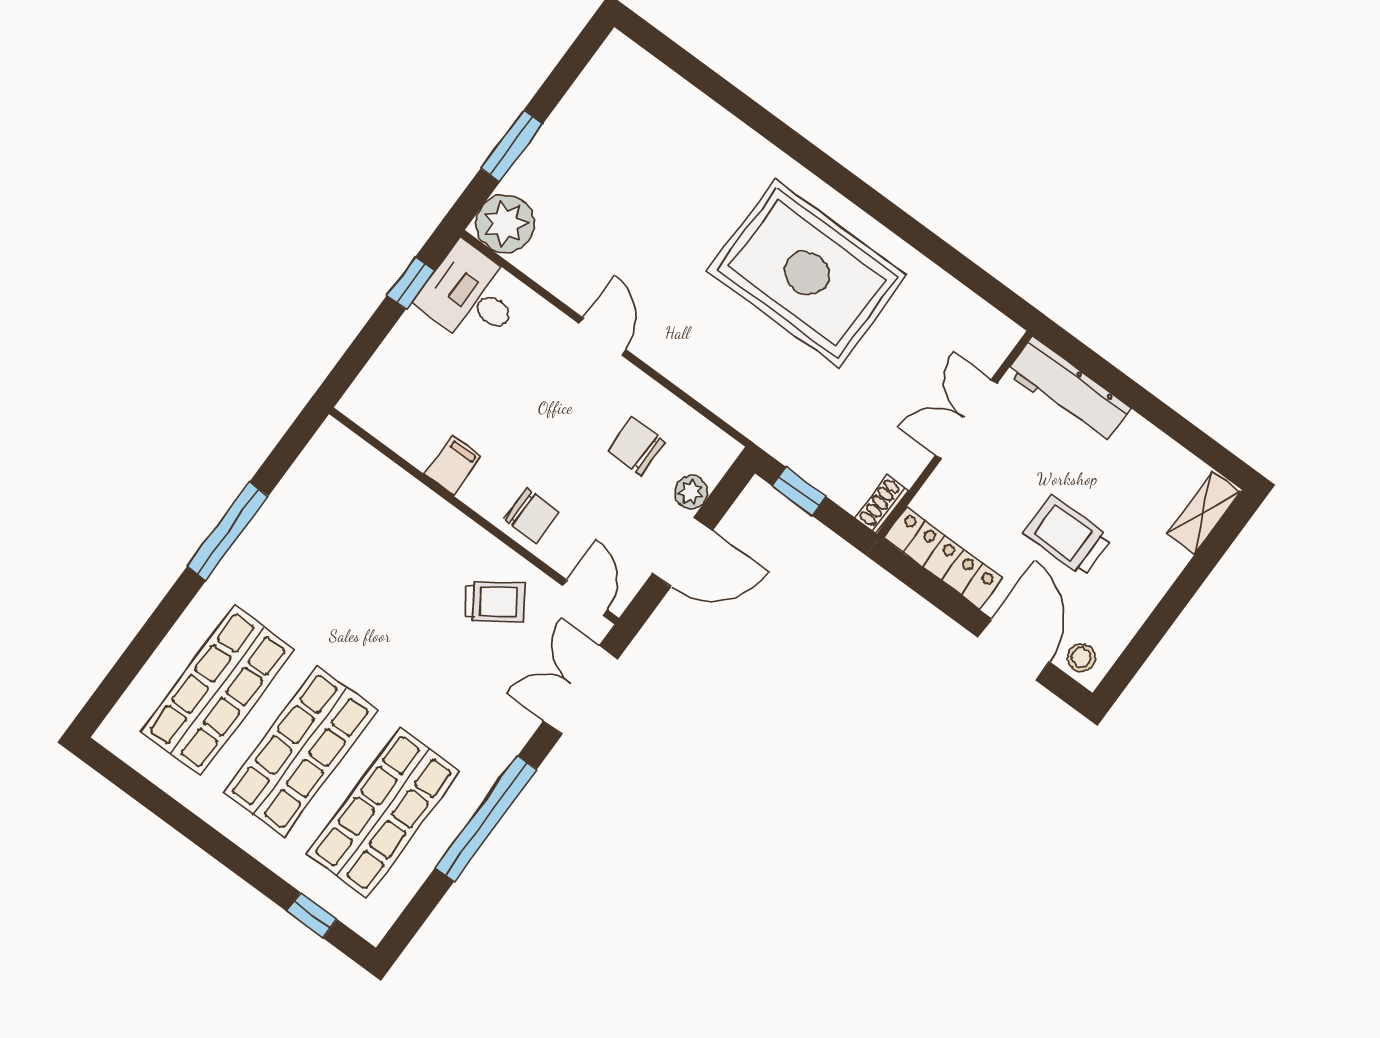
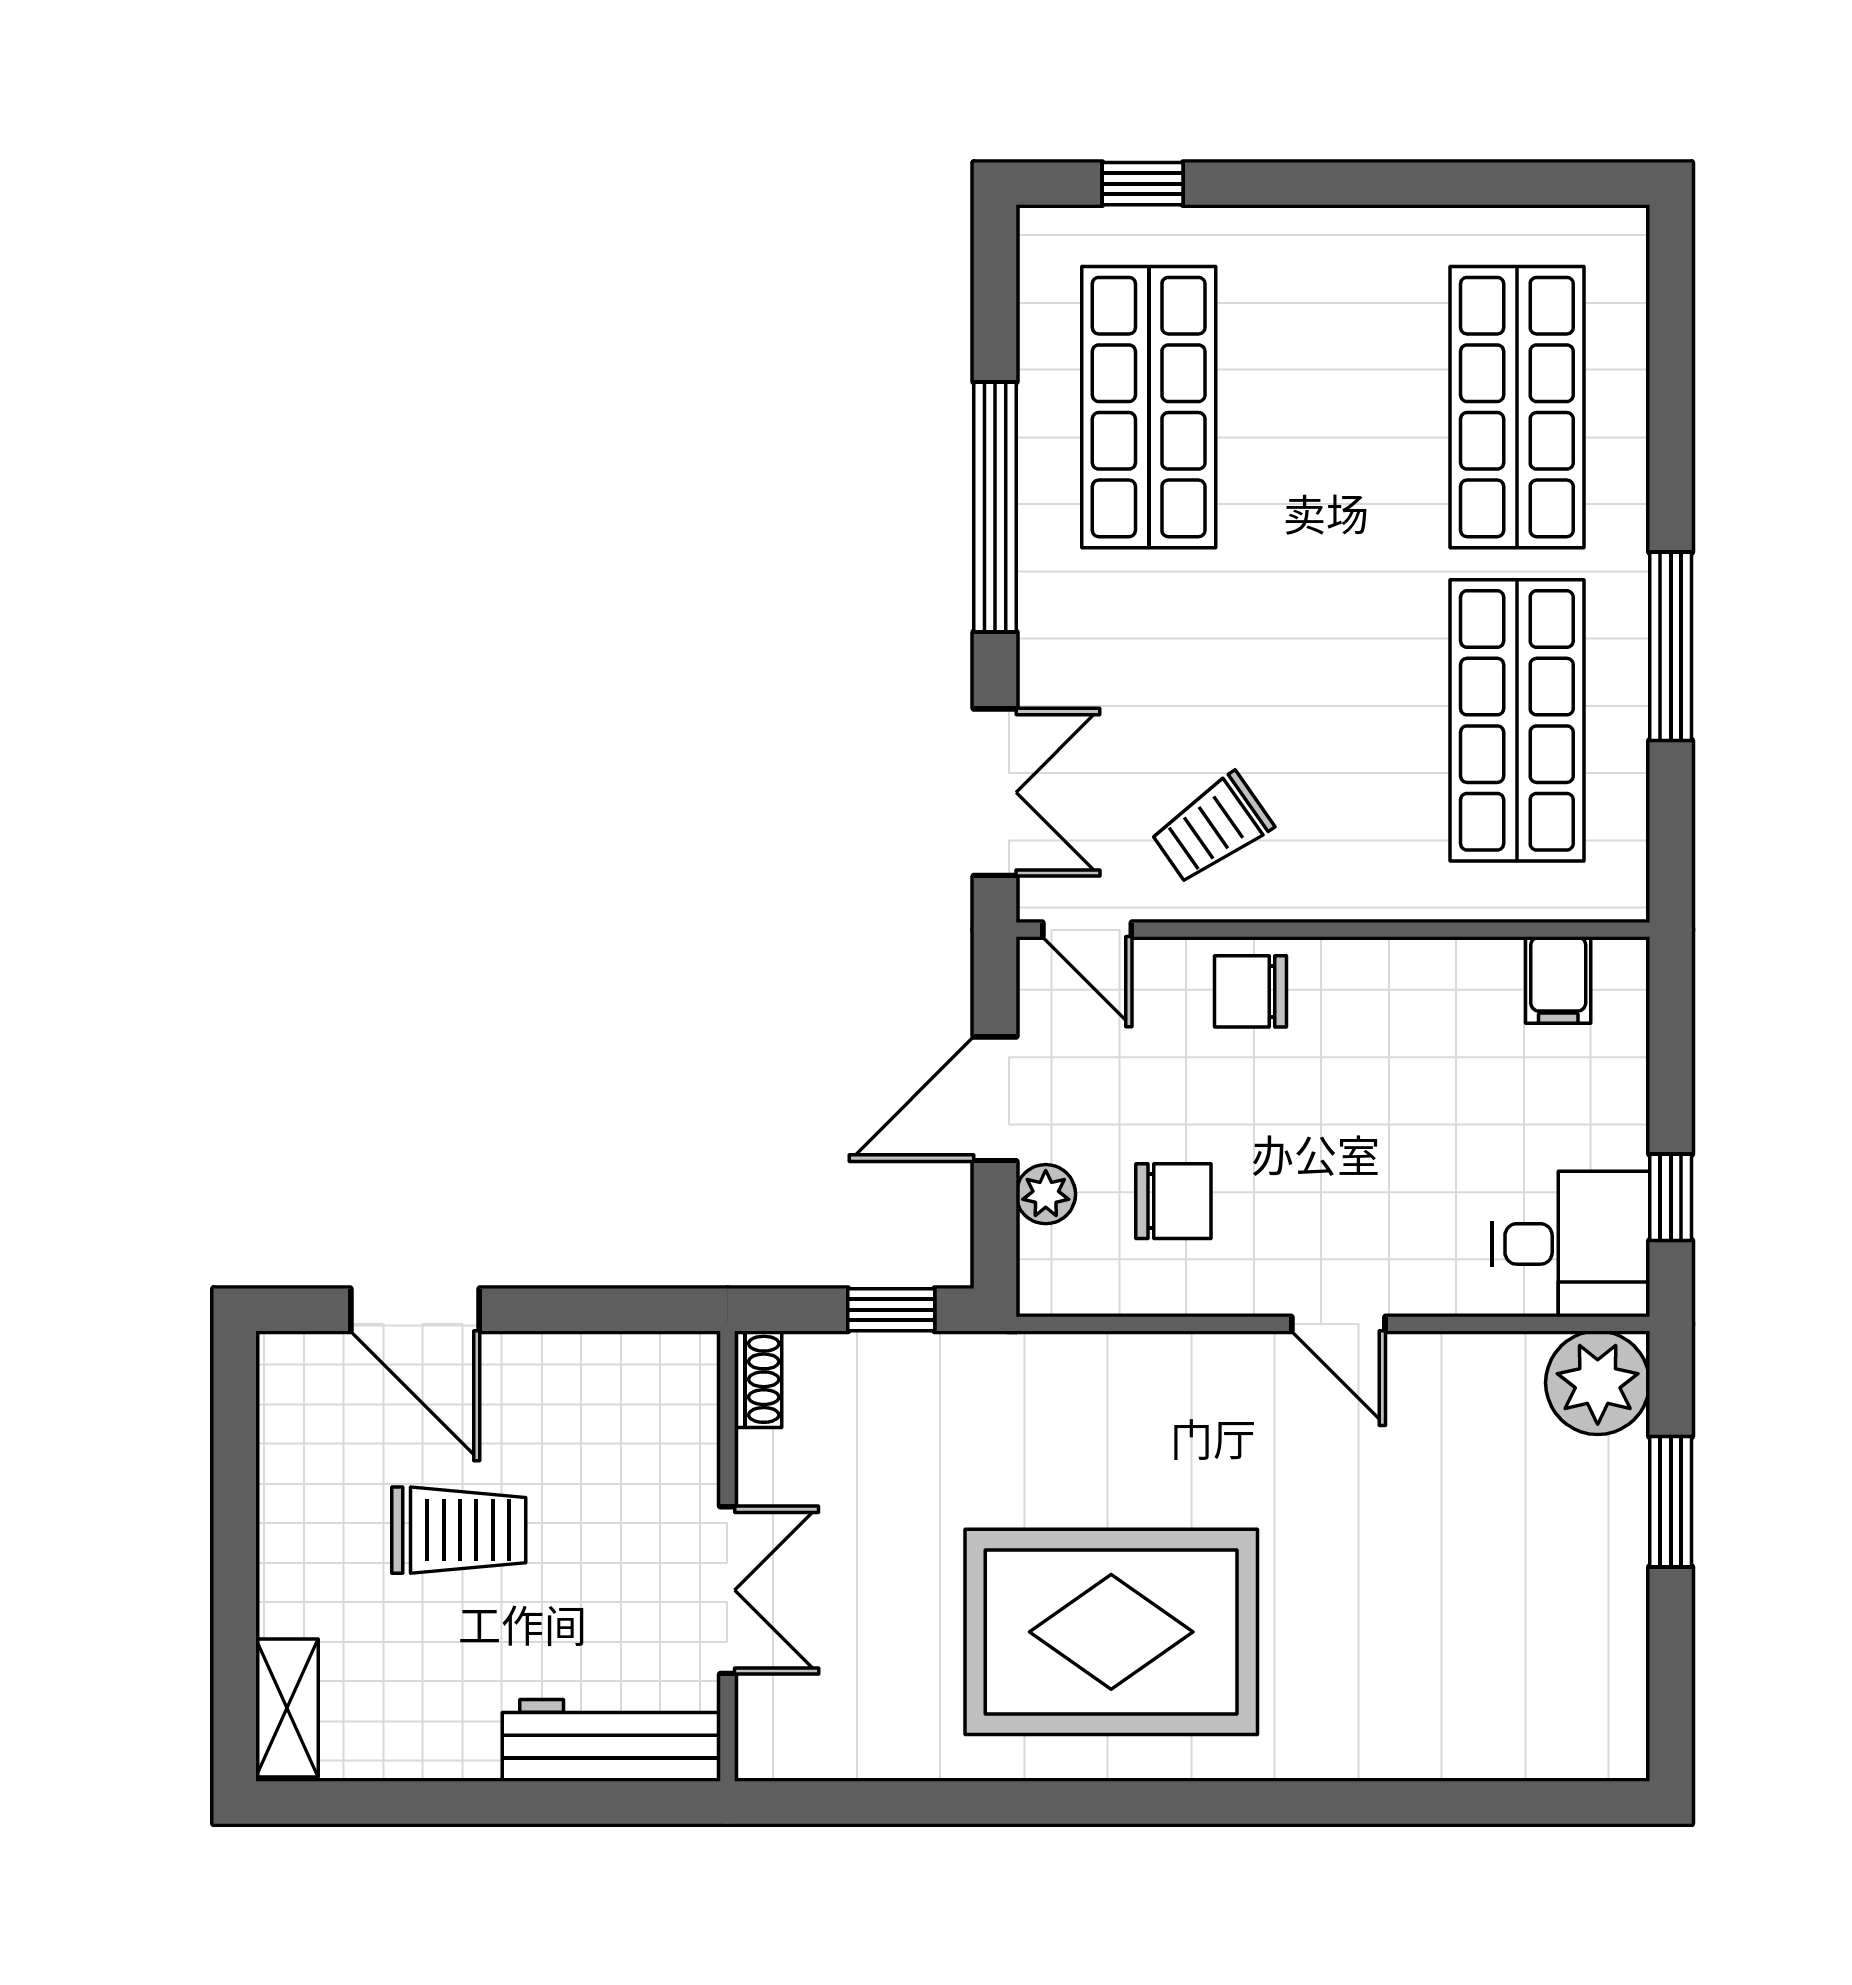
filing cabinet: (453, 465) -> (1558, 980), moved
locker: (943, 558) -> (614, 1366), removed
stool: (1081, 657) -> (310, 1370), removed
shop shelf: (300, 751) -> (1517, 720), moved

